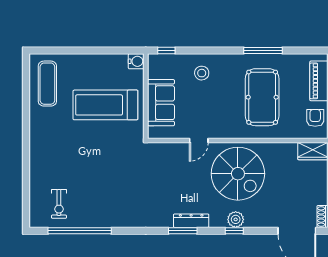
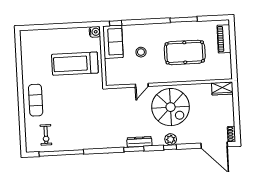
stool: (202, 73) -> (141, 52), moved
exercise mat: (47, 84) -> (36, 100), moved
pool table: (262, 97) -> (185, 52), turned 90
sofa: (161, 103) -> (113, 42), moved
armchair: (315, 118) -> (223, 65), removed

